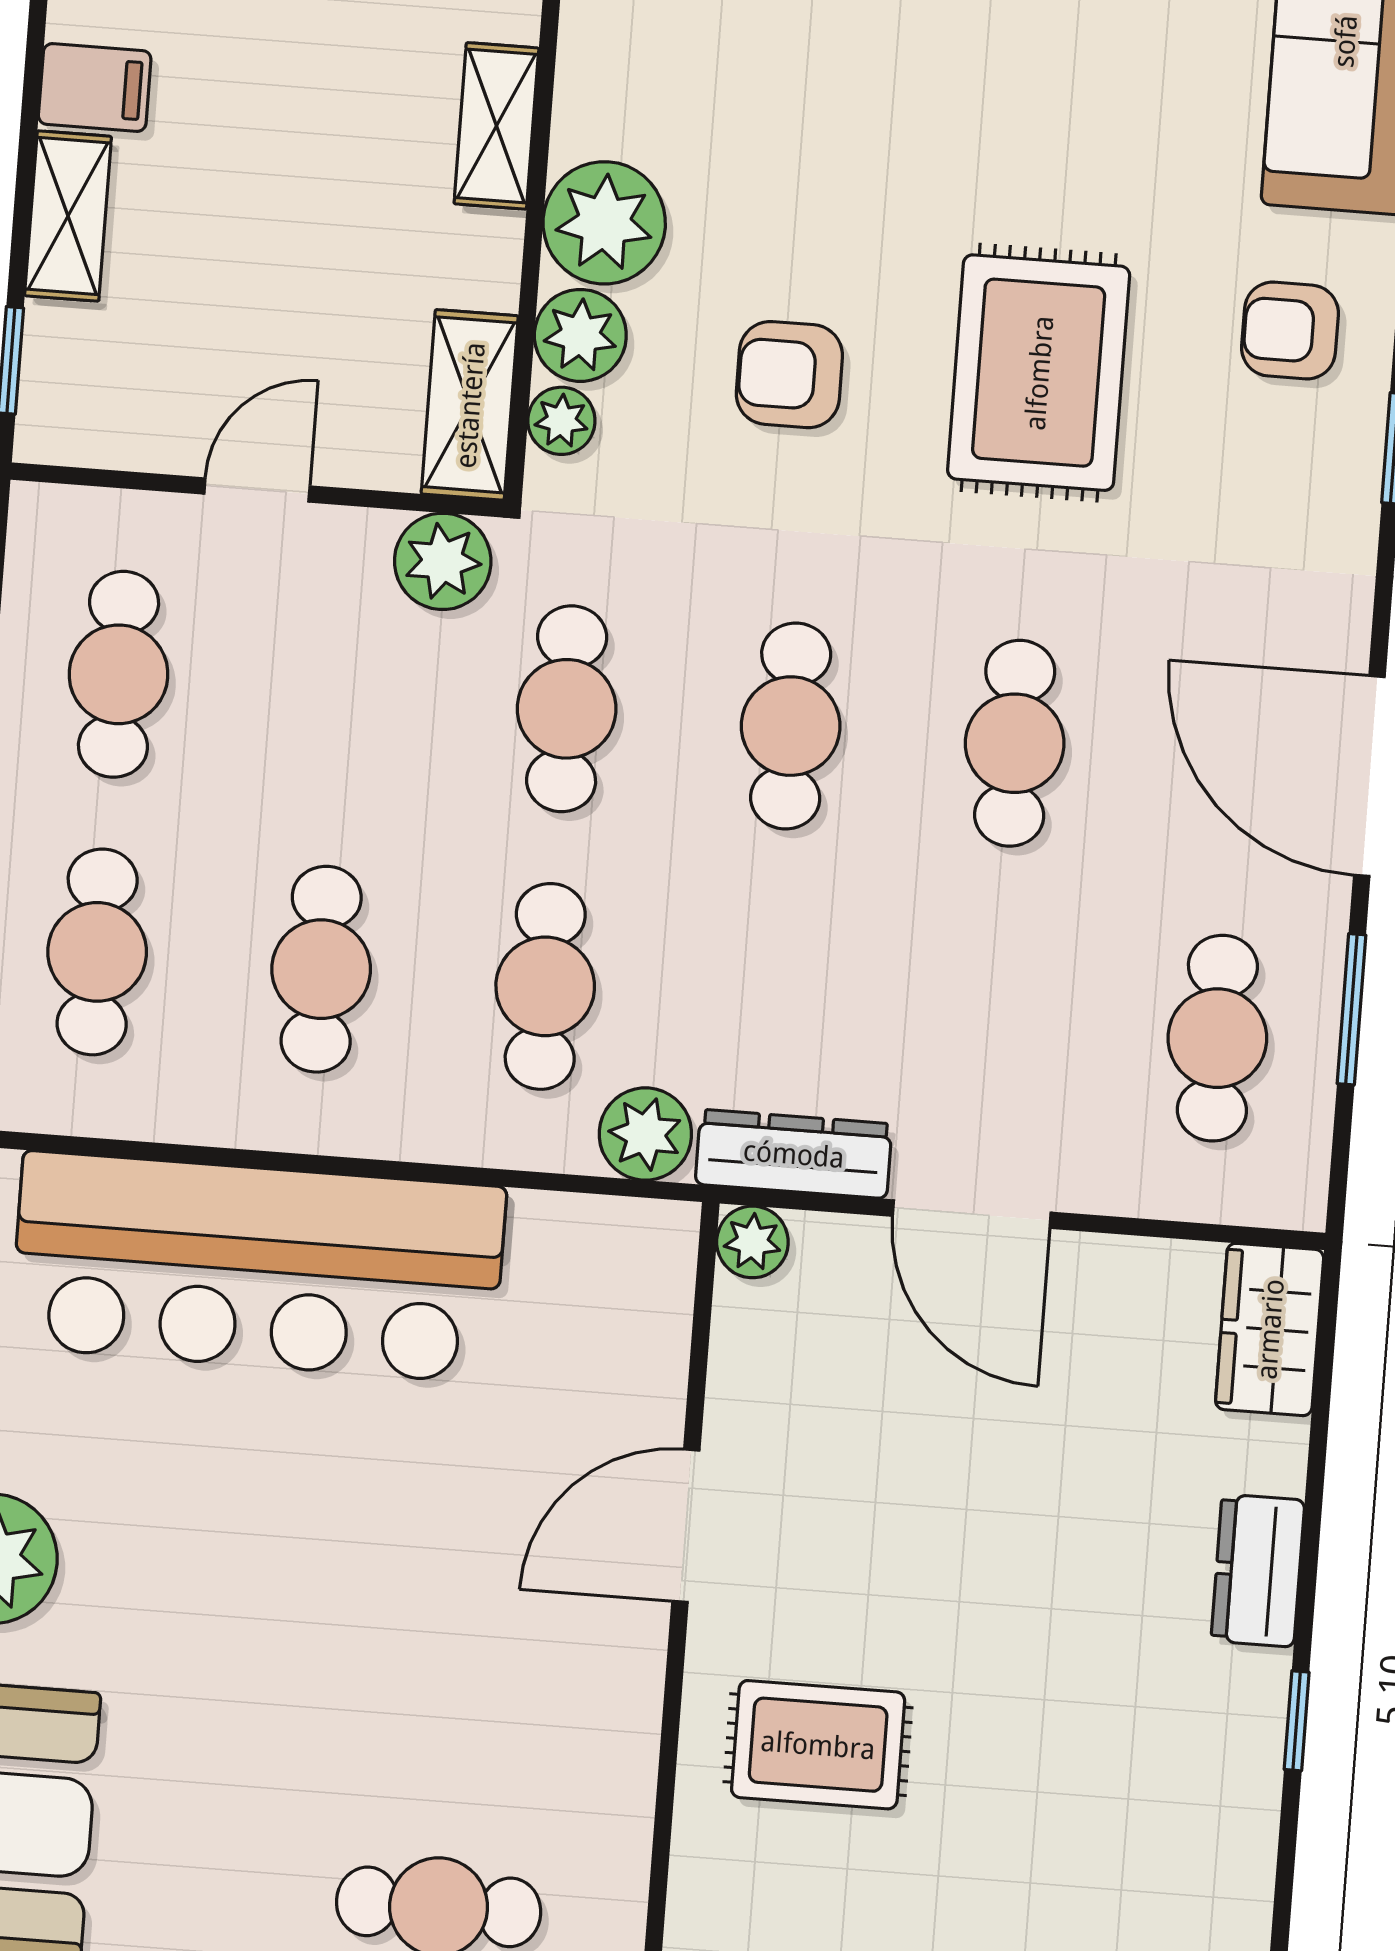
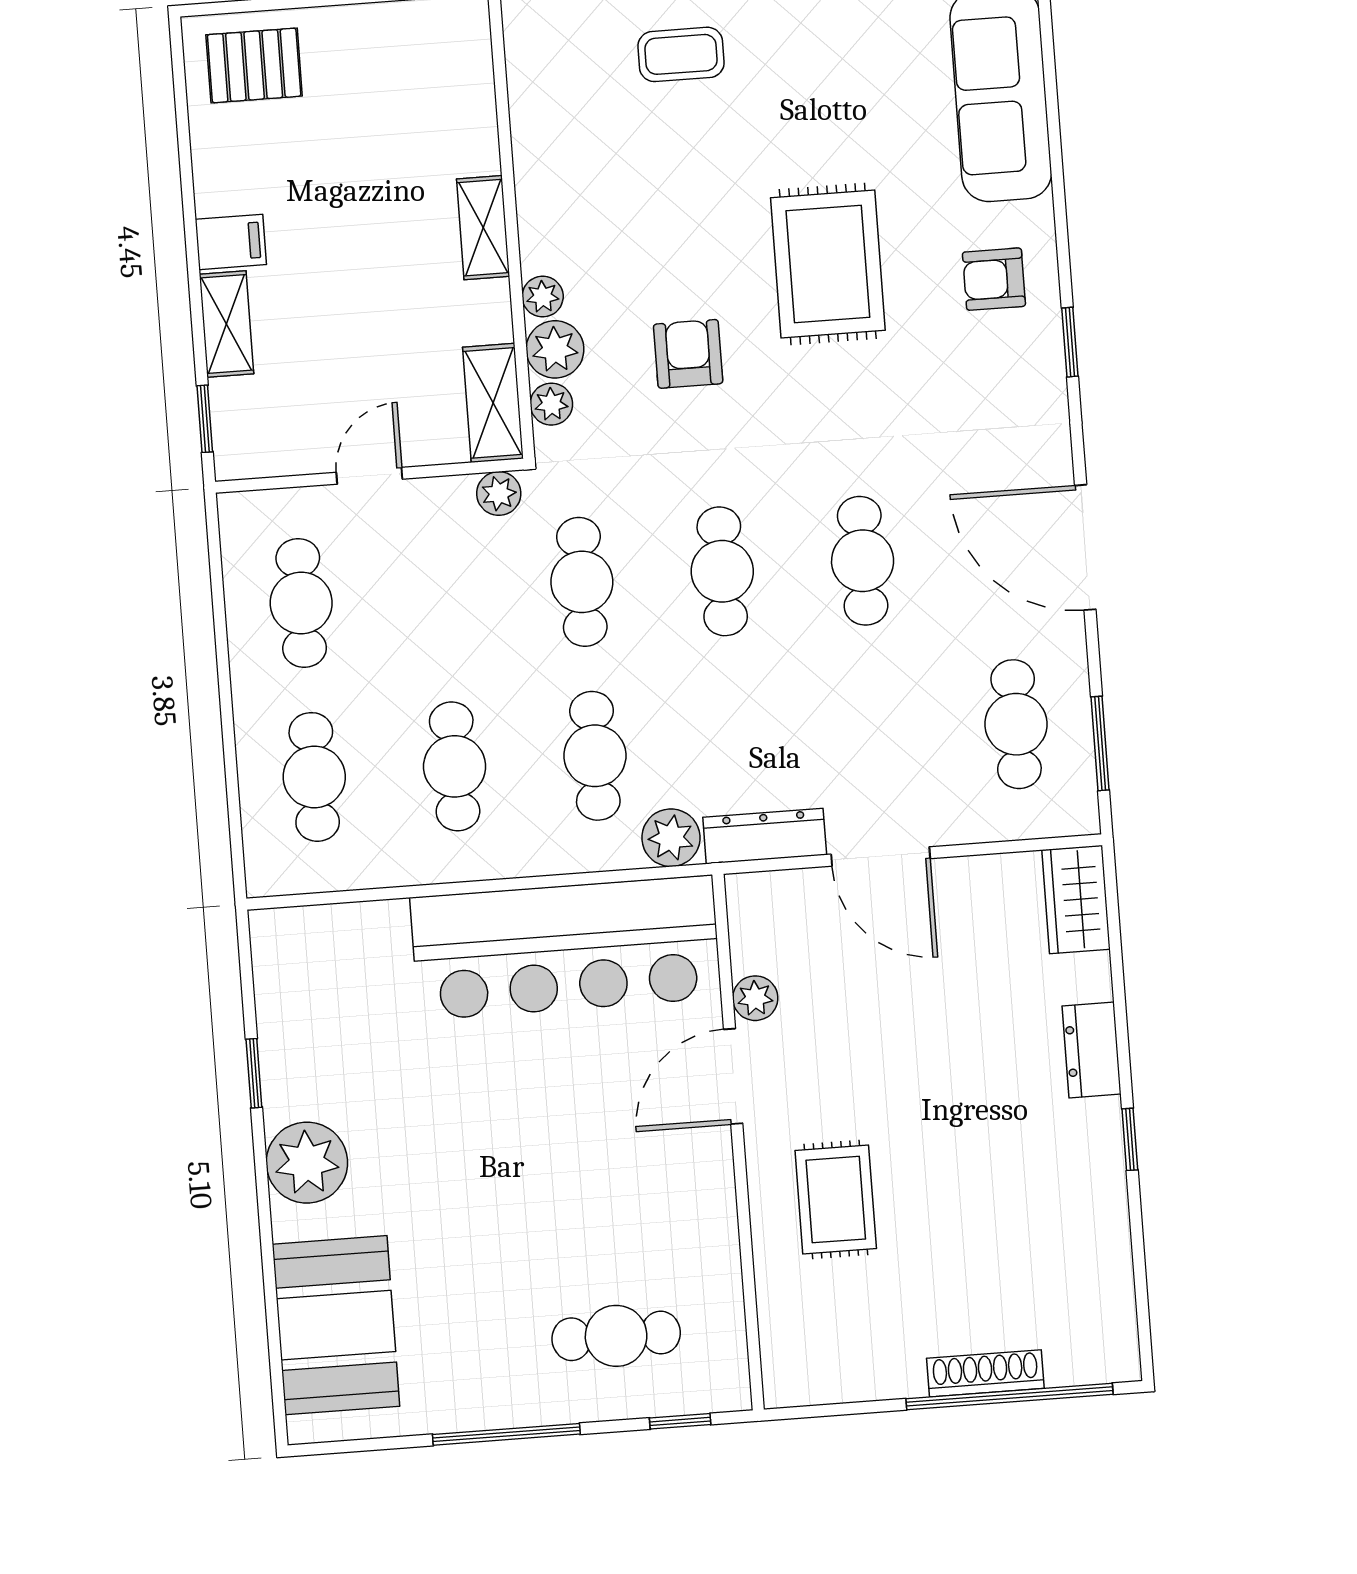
plant: (604, 223) -> (543, 297), width x0.53, depth x0.53
rug: (1039, 373) -> (828, 264), moved
armchair: (789, 375) -> (688, 354), turned 90
plant: (443, 561) -> (499, 494), width x0.73, depth x0.73
window: (1351, 1009) -> (1100, 743), moved
plant: (752, 1242) -> (755, 998), moved
bar counter: (258, 1267) -> (566, 948), moved
rug: (818, 1745) -> (836, 1200), turned 90

